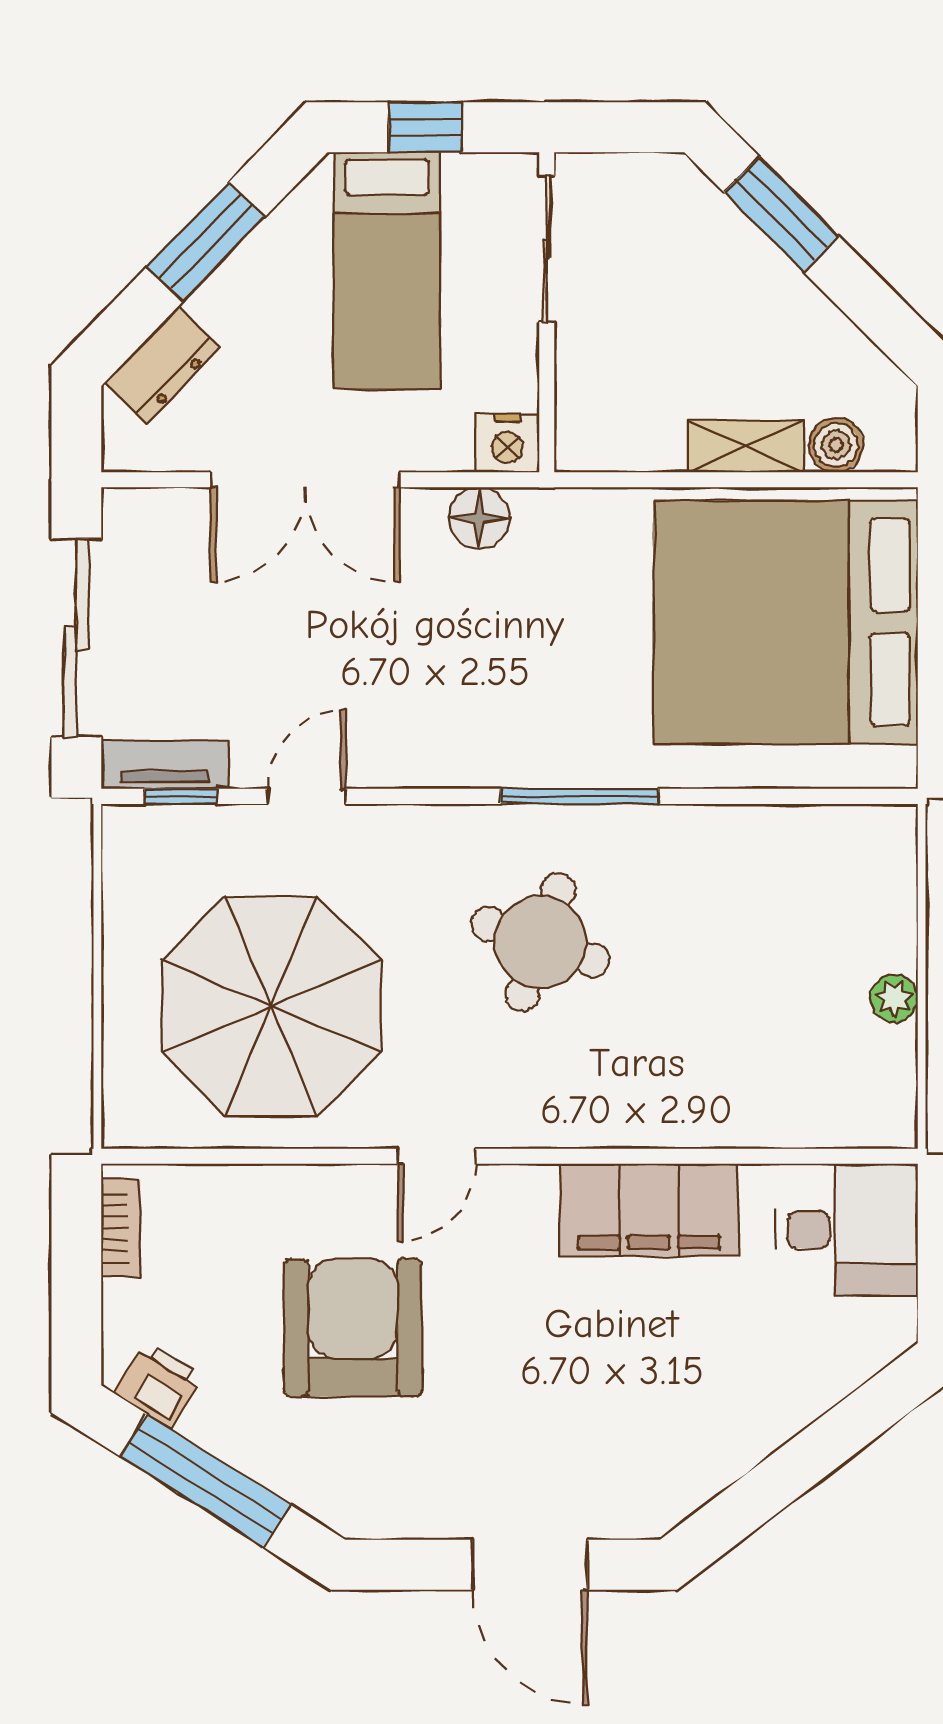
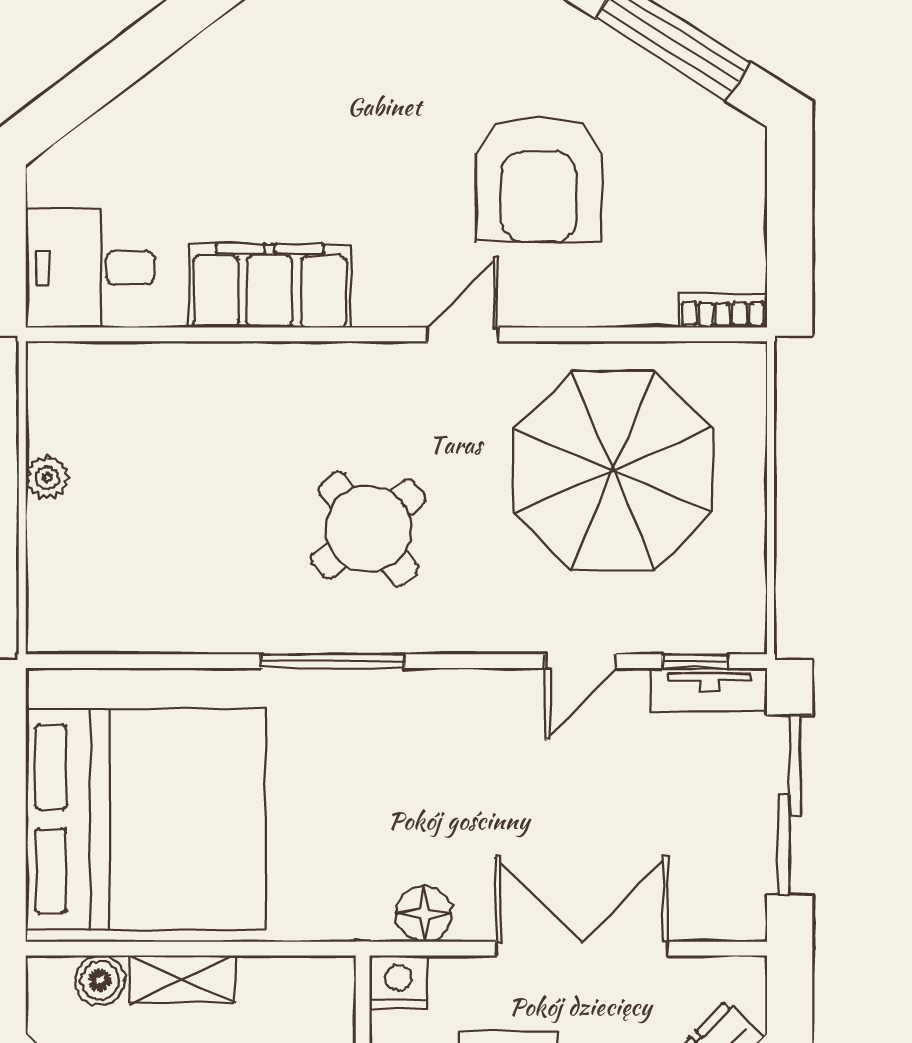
round table: (540, 942) -> (368, 529), turned 32
bookcase: (121, 1228) -> (723, 310), moved, turned 90
printer: (159, 1385) -> (715, 127), removed

